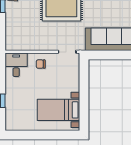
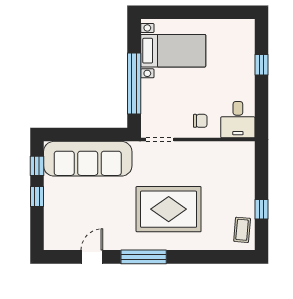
window: (84, 88) -> (134, 84), added

